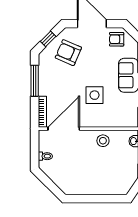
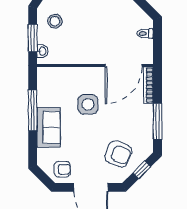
stool: (103, 141) -> (55, 21), moved

